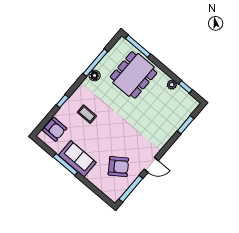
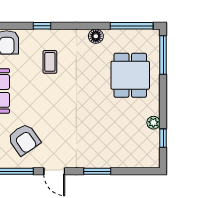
window: (95, 63) -> (132, 26), moved
dining table: (133, 75) -> (130, 75), width x0.73
window: (186, 125) -> (97, 171), moved

